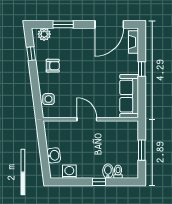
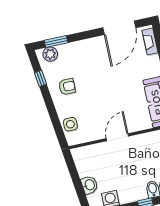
window: (63, 24) -> (56, 41), moved
door: (87, 119) -> (117, 137), hinge flipped

